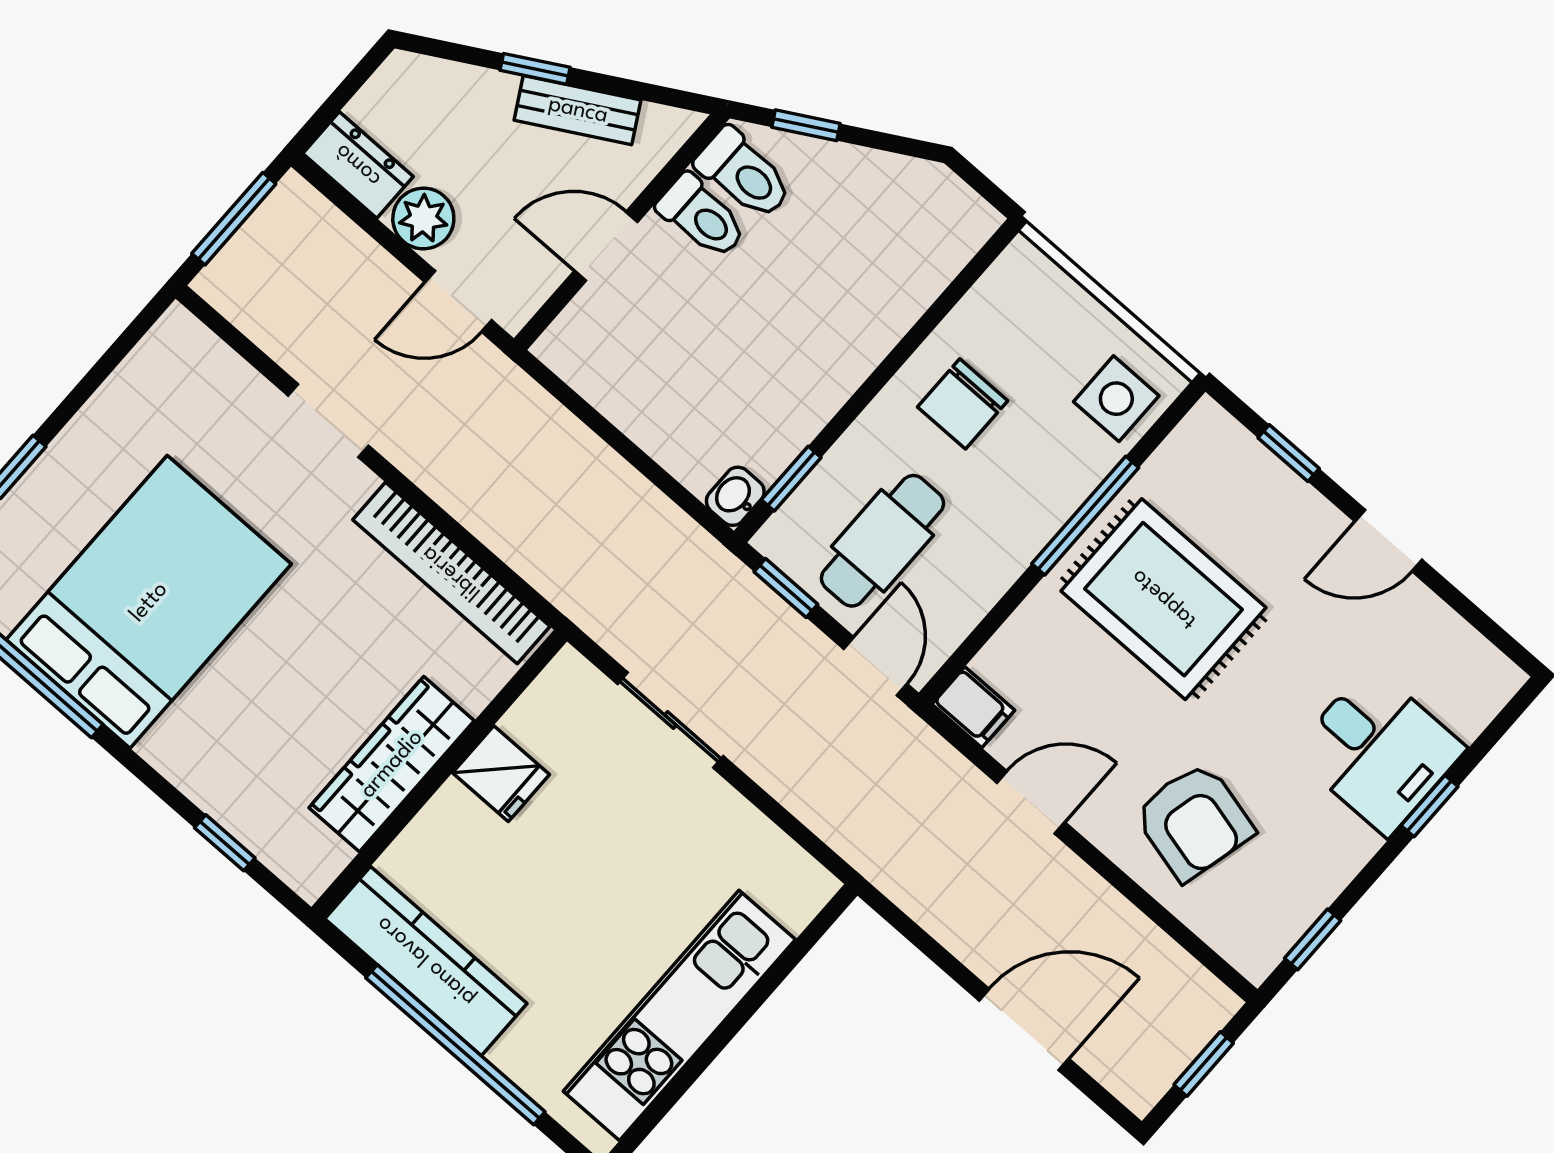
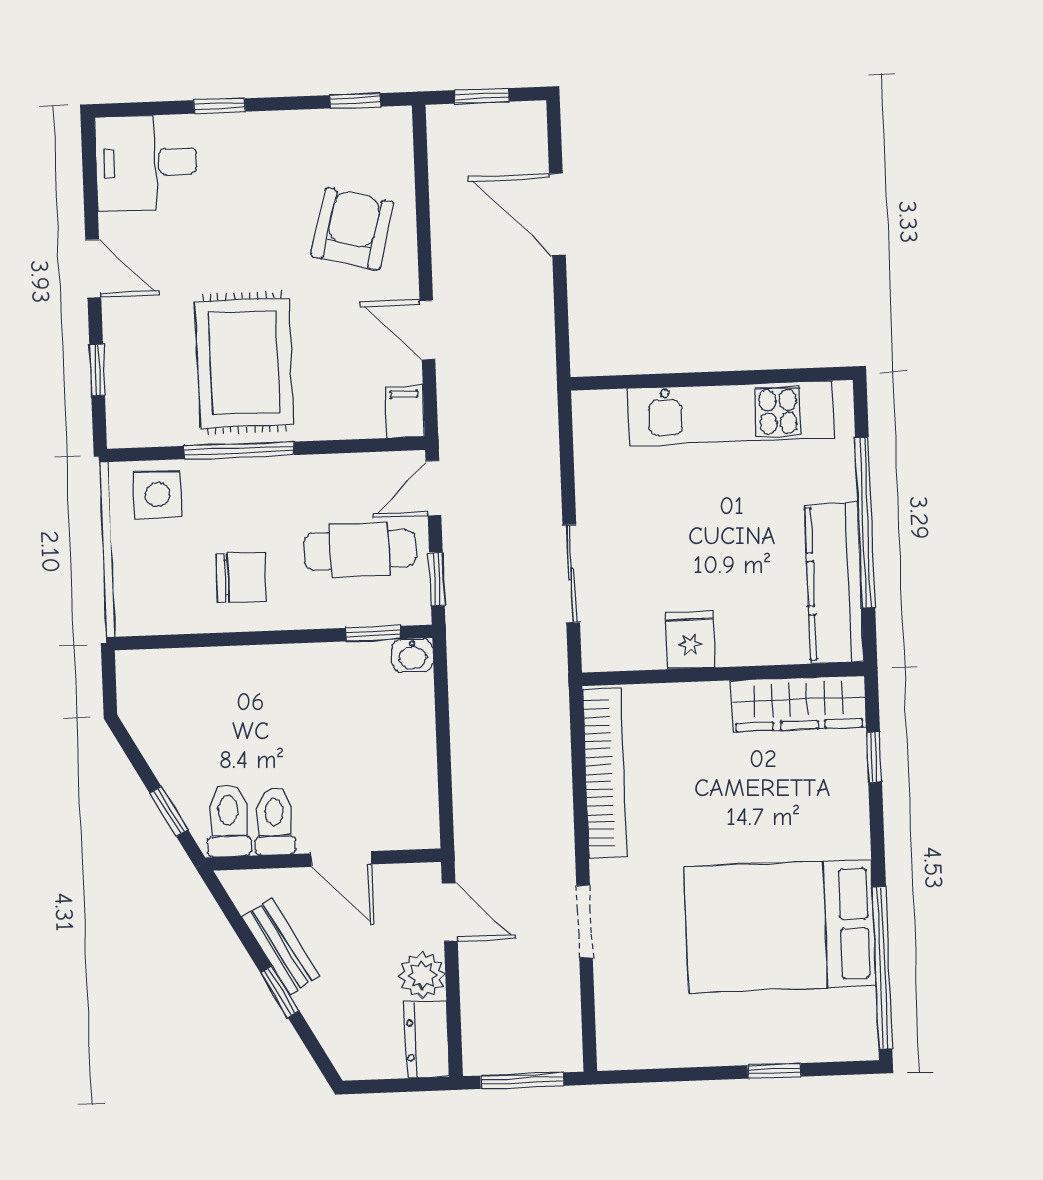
desk: (1379, 751) -> (146, 162), moved, turned -90
wardrobe: (392, 764) -> (799, 704), moved

